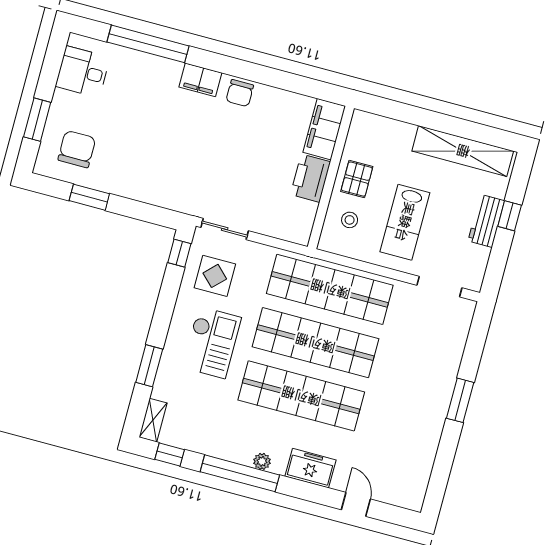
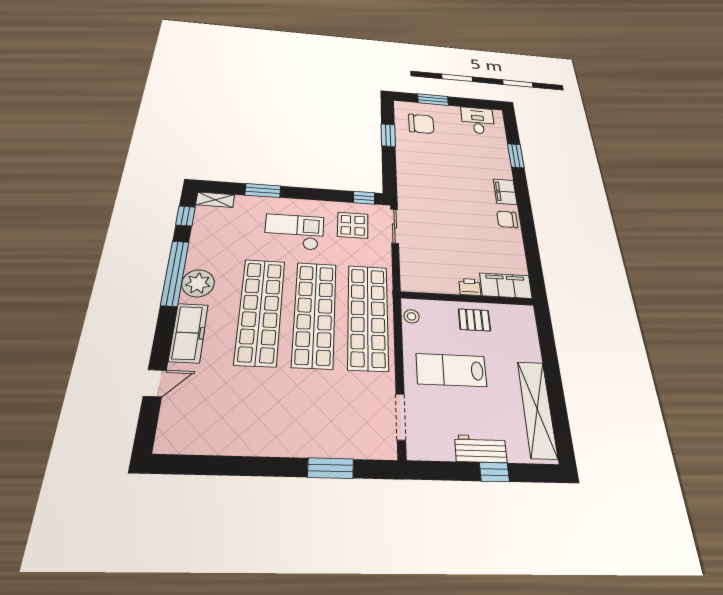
window: (148, 44) -> (516, 156), width x0.47
printer: (310, 178) -> (470, 287), width x0.53, depth x0.68
stool: (350, 220) -> (412, 316), moved
checkout: (212, 342) -> (294, 232), turned 180
window: (460, 400) -> (331, 468), moved
plant: (262, 461) -> (198, 283), width x1.88, depth x1.88
freezer: (311, 468) -> (189, 333), width x1.40

